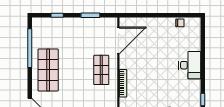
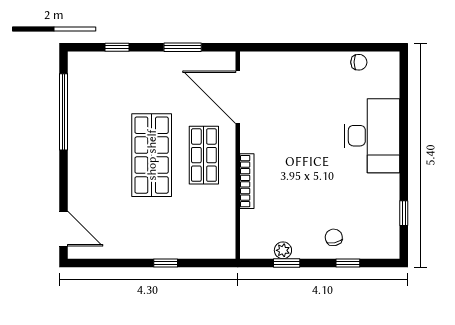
door: (118, 41) -> (238, 97), swing flipped
desk: (190, 65) -> (372, 136), width x1.36, depth x1.30
shop shelf: (48, 70) -> (152, 155), moved

